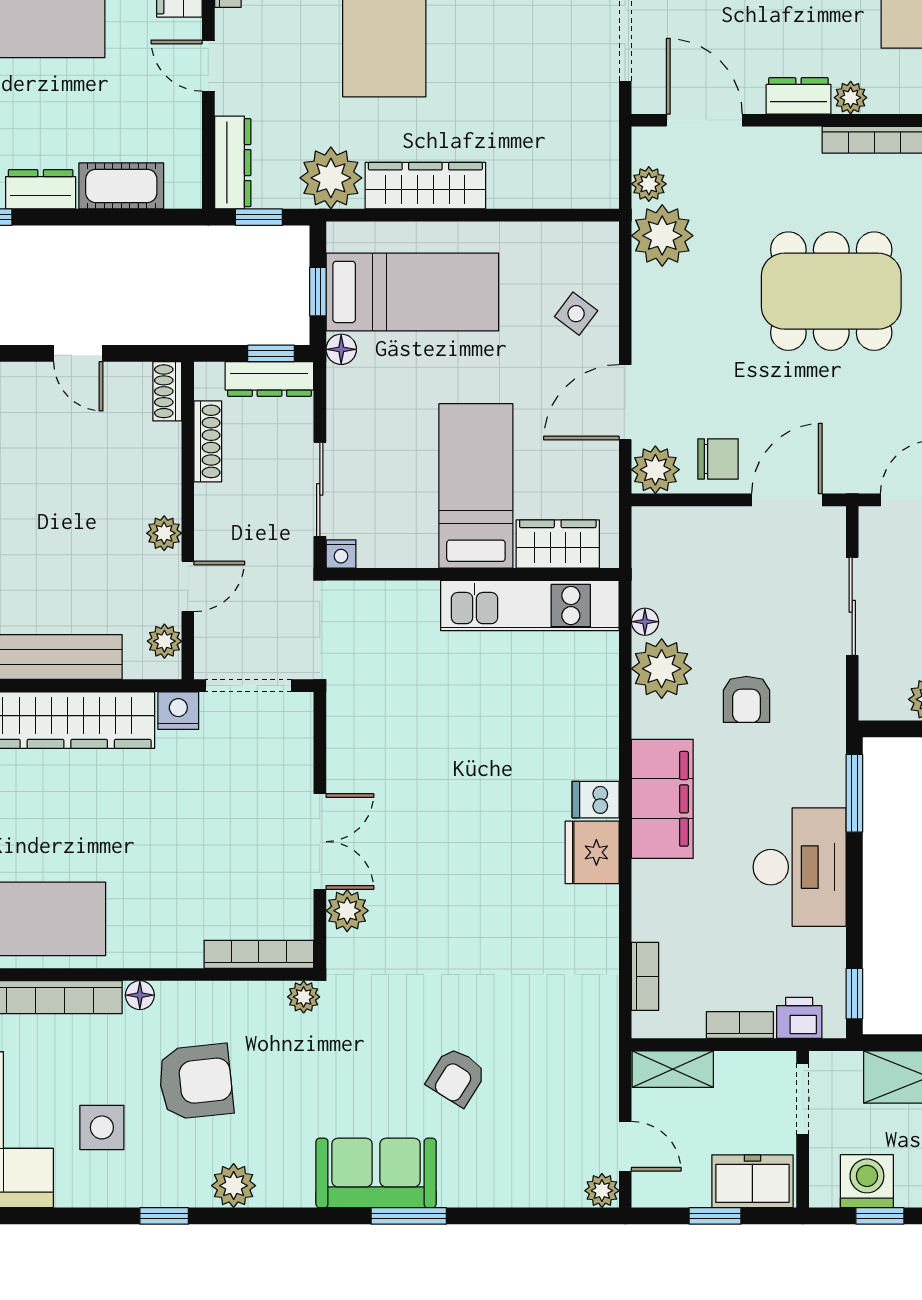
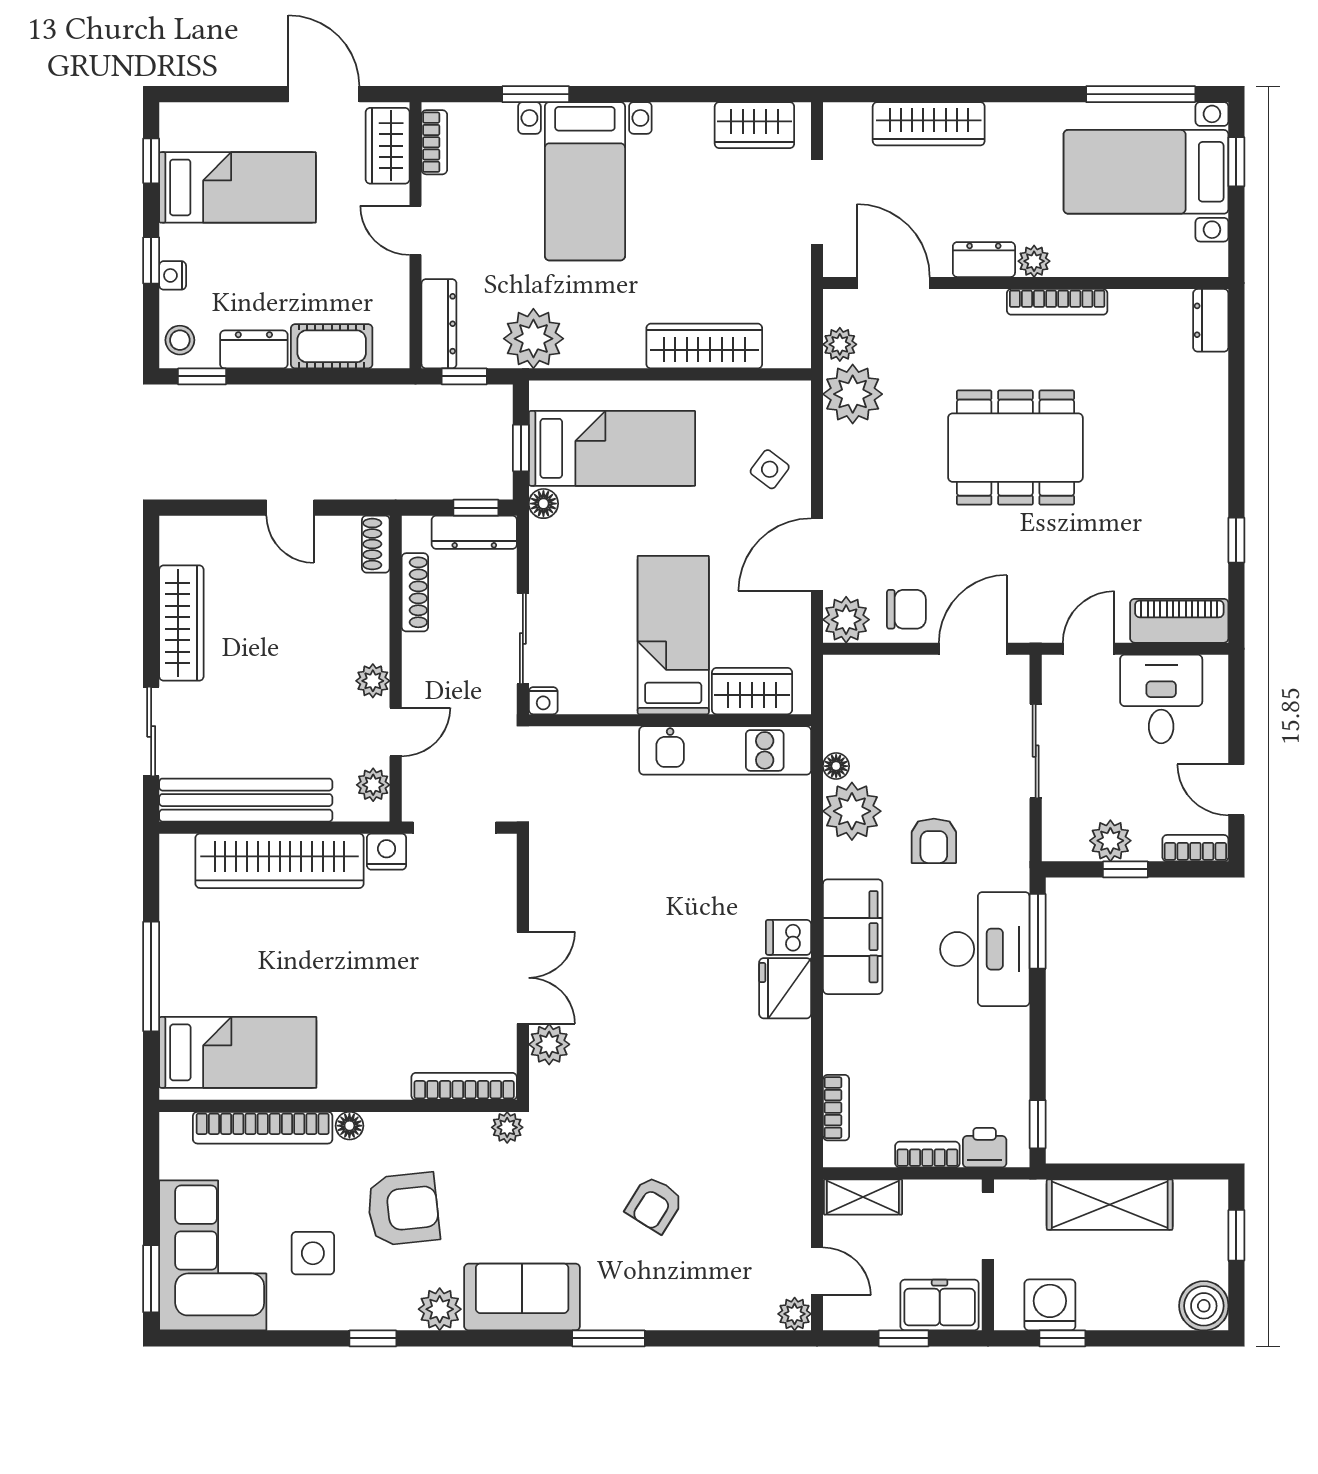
wardrobe: (425, 186) -> (704, 346), moved
desk: (800, 867) -> (985, 949), moved
sofa: (376, 1173) -> (522, 1297), moved

